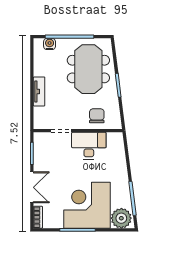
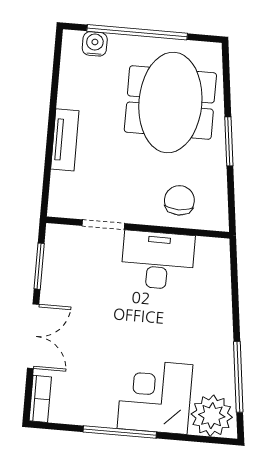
corner desk: (87, 205) -> (155, 397), width x0.74, depth x0.74

